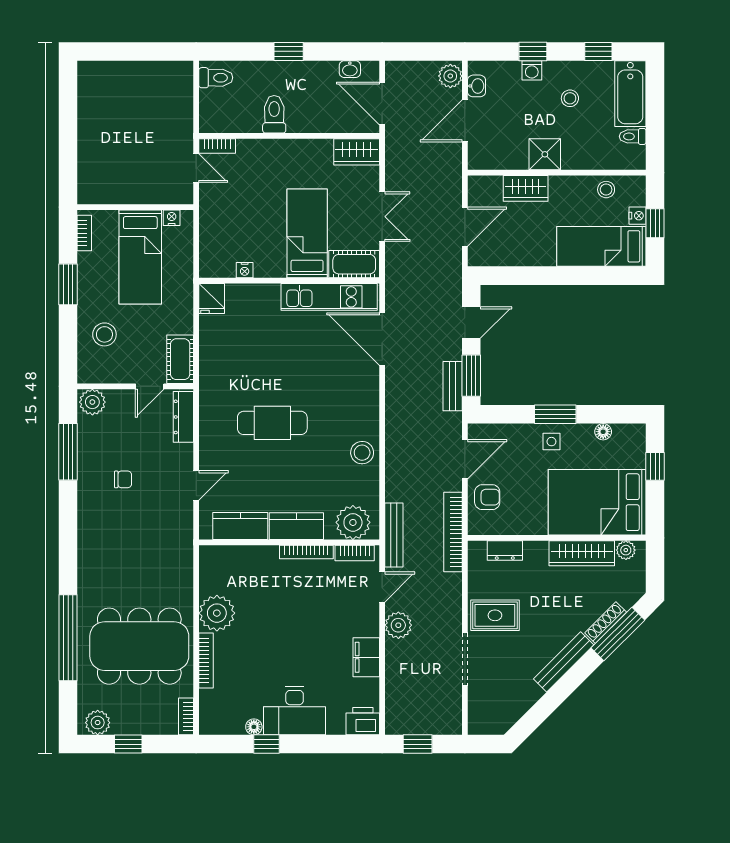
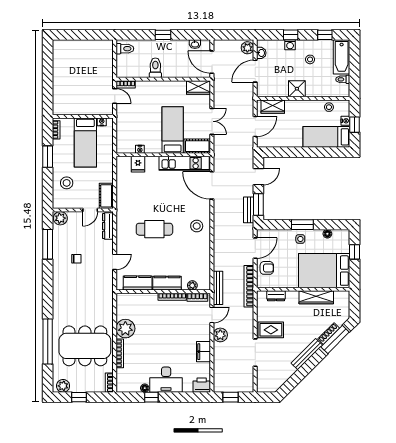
wardrobe: (526, 188) -> (273, 107), moved
fridge: (212, 299) -> (138, 164), moved
stool: (362, 453) -> (197, 226), moved
plant: (353, 522) -> (192, 285), width x0.53, depth x0.53
plant: (626, 550) -> (339, 296), removed

